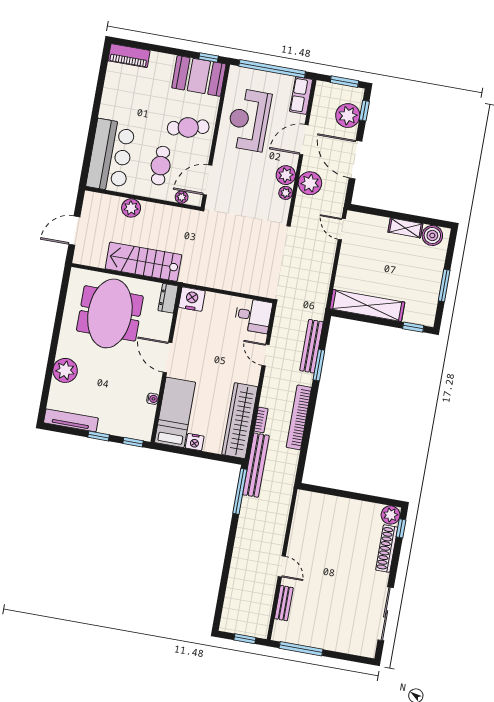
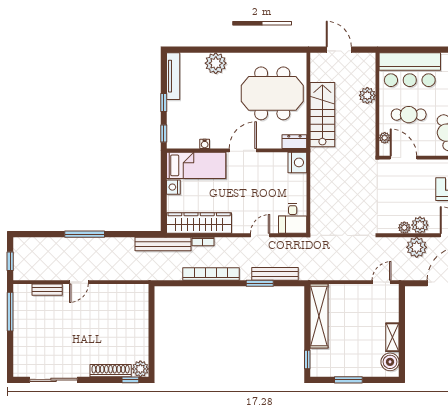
window: (240, 491) -> (85, 234), moved

